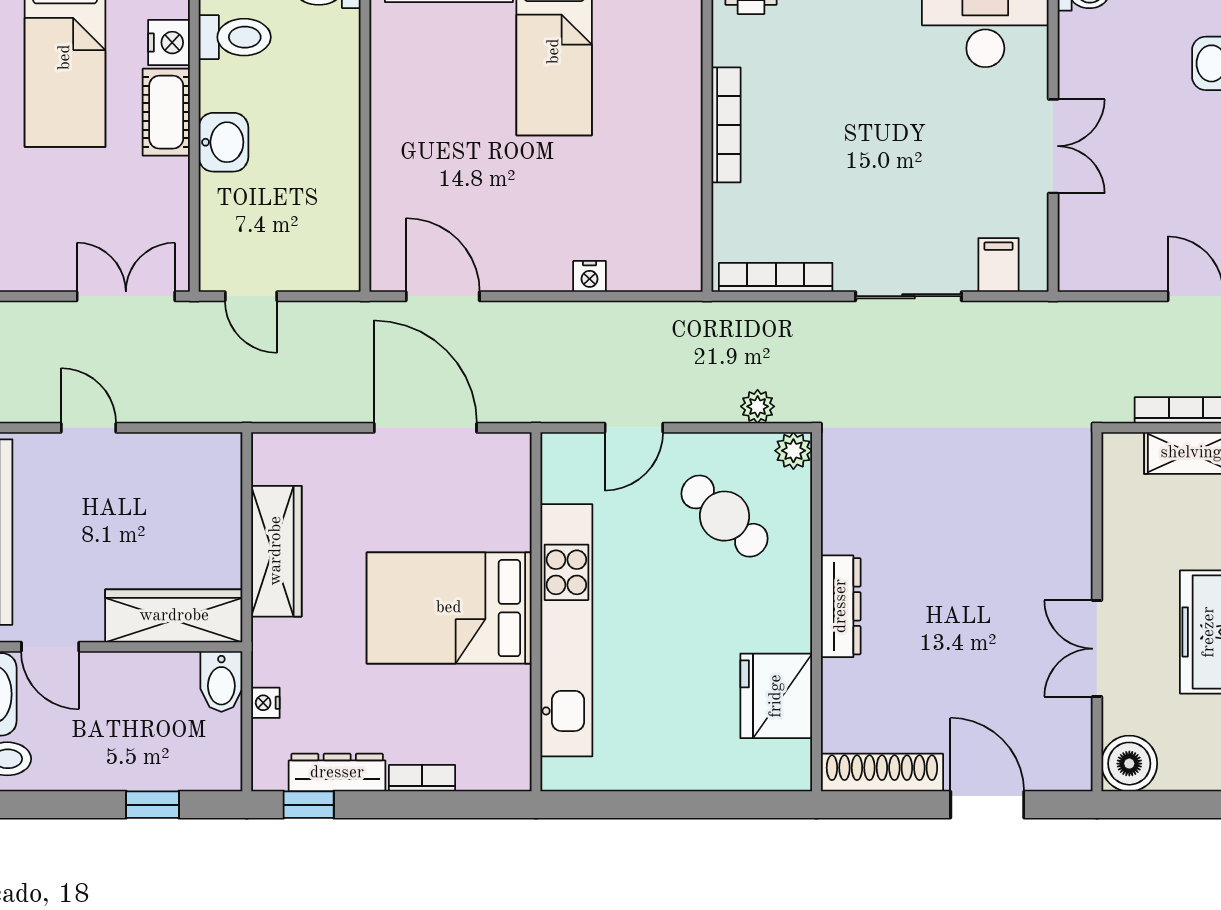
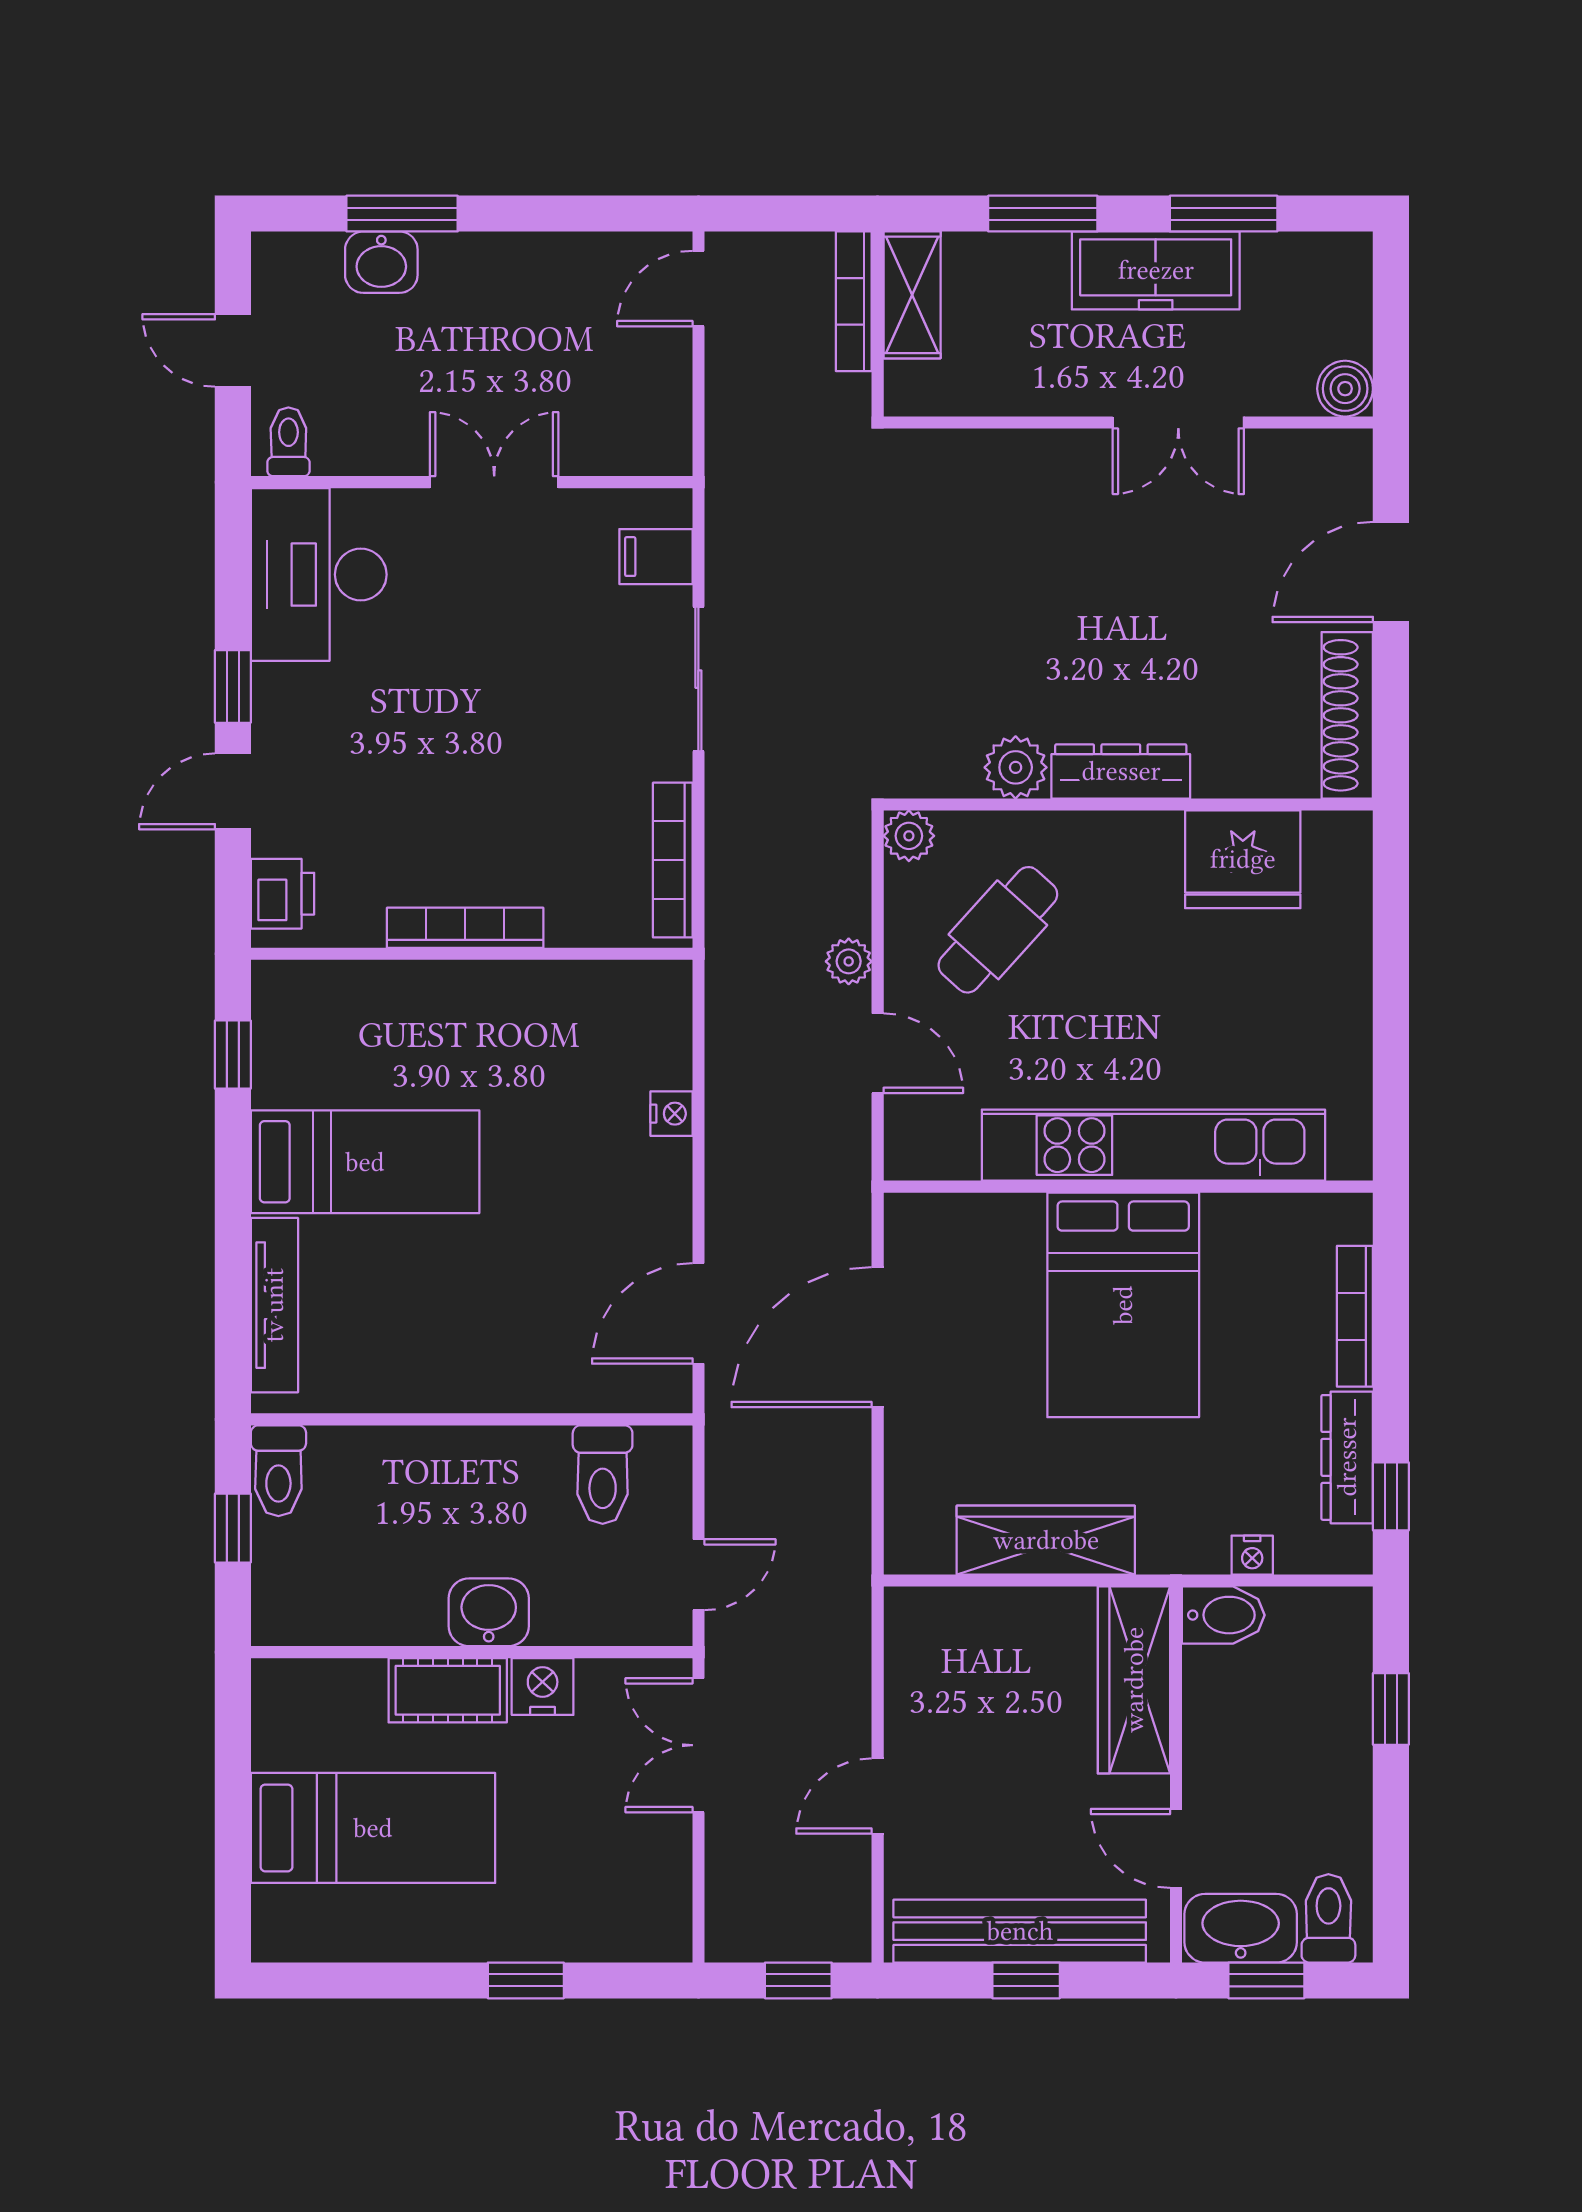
toilet: (235, 37) -> (603, 1475), moved, turned 180
nightstand: (169, 43) -> (543, 1687), moved
plant: (758, 406) -> (849, 961), moved
plant: (844, 529) -> (1016, 767), added
door: (50, 647) -> (1176, 1848), swing flipped
boiler: (1129, 764) -> (1345, 389), width x0.73, depth x0.73
bookcase: (422, 778) -> (1355, 1316), width x1.56

